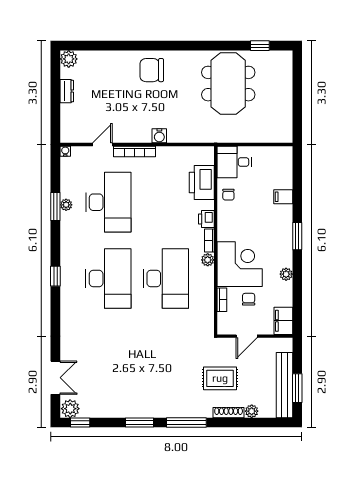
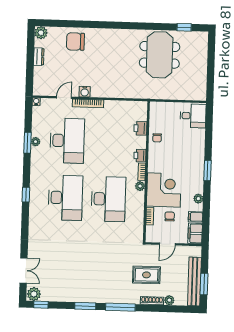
chair: (152, 70) -> (75, 42), moved
water cooler: (159, 136) -> (85, 92), moved
desk: (234, 162) -> (193, 116), moved, turned 180
printer: (202, 183) -> (140, 128), width x0.53, depth x0.68
filing cabinet: (283, 197) -> (196, 217), moved

